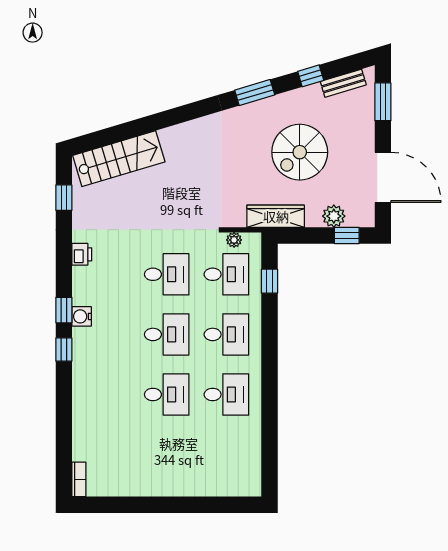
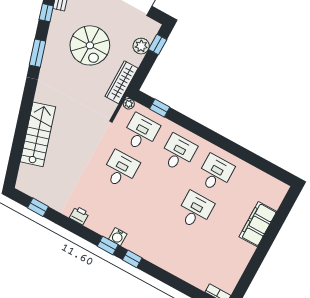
stairs: (119, 159) -> (38, 134), moved
plant: (234, 240) -> (129, 104), moved
desk: (167, 334) -> (158, 190), removed
filing cabinet: (192, 482) -> (258, 224), added

